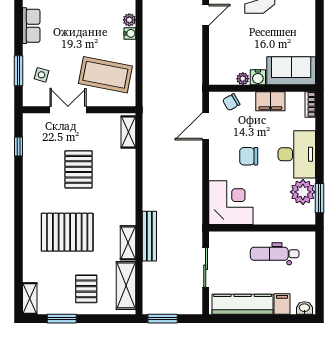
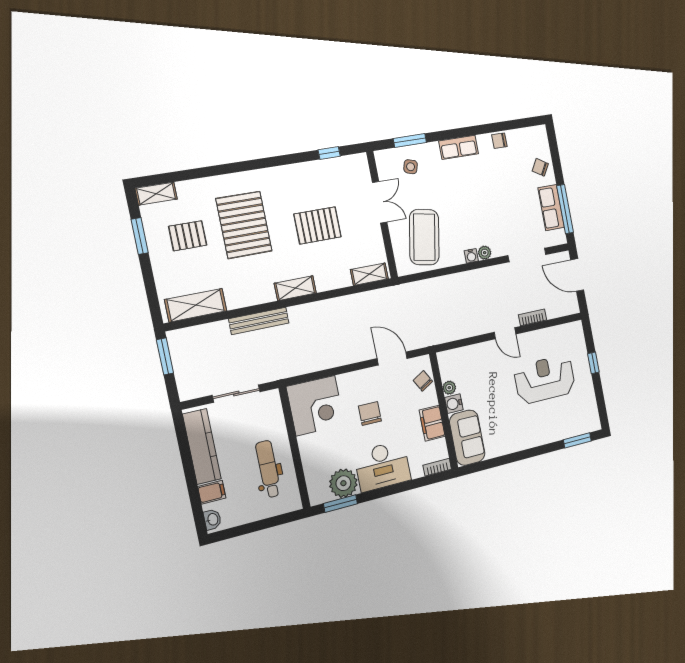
shelving: (128, 243) -> (295, 288), moved
pallet: (86, 289) -> (188, 236), moved

